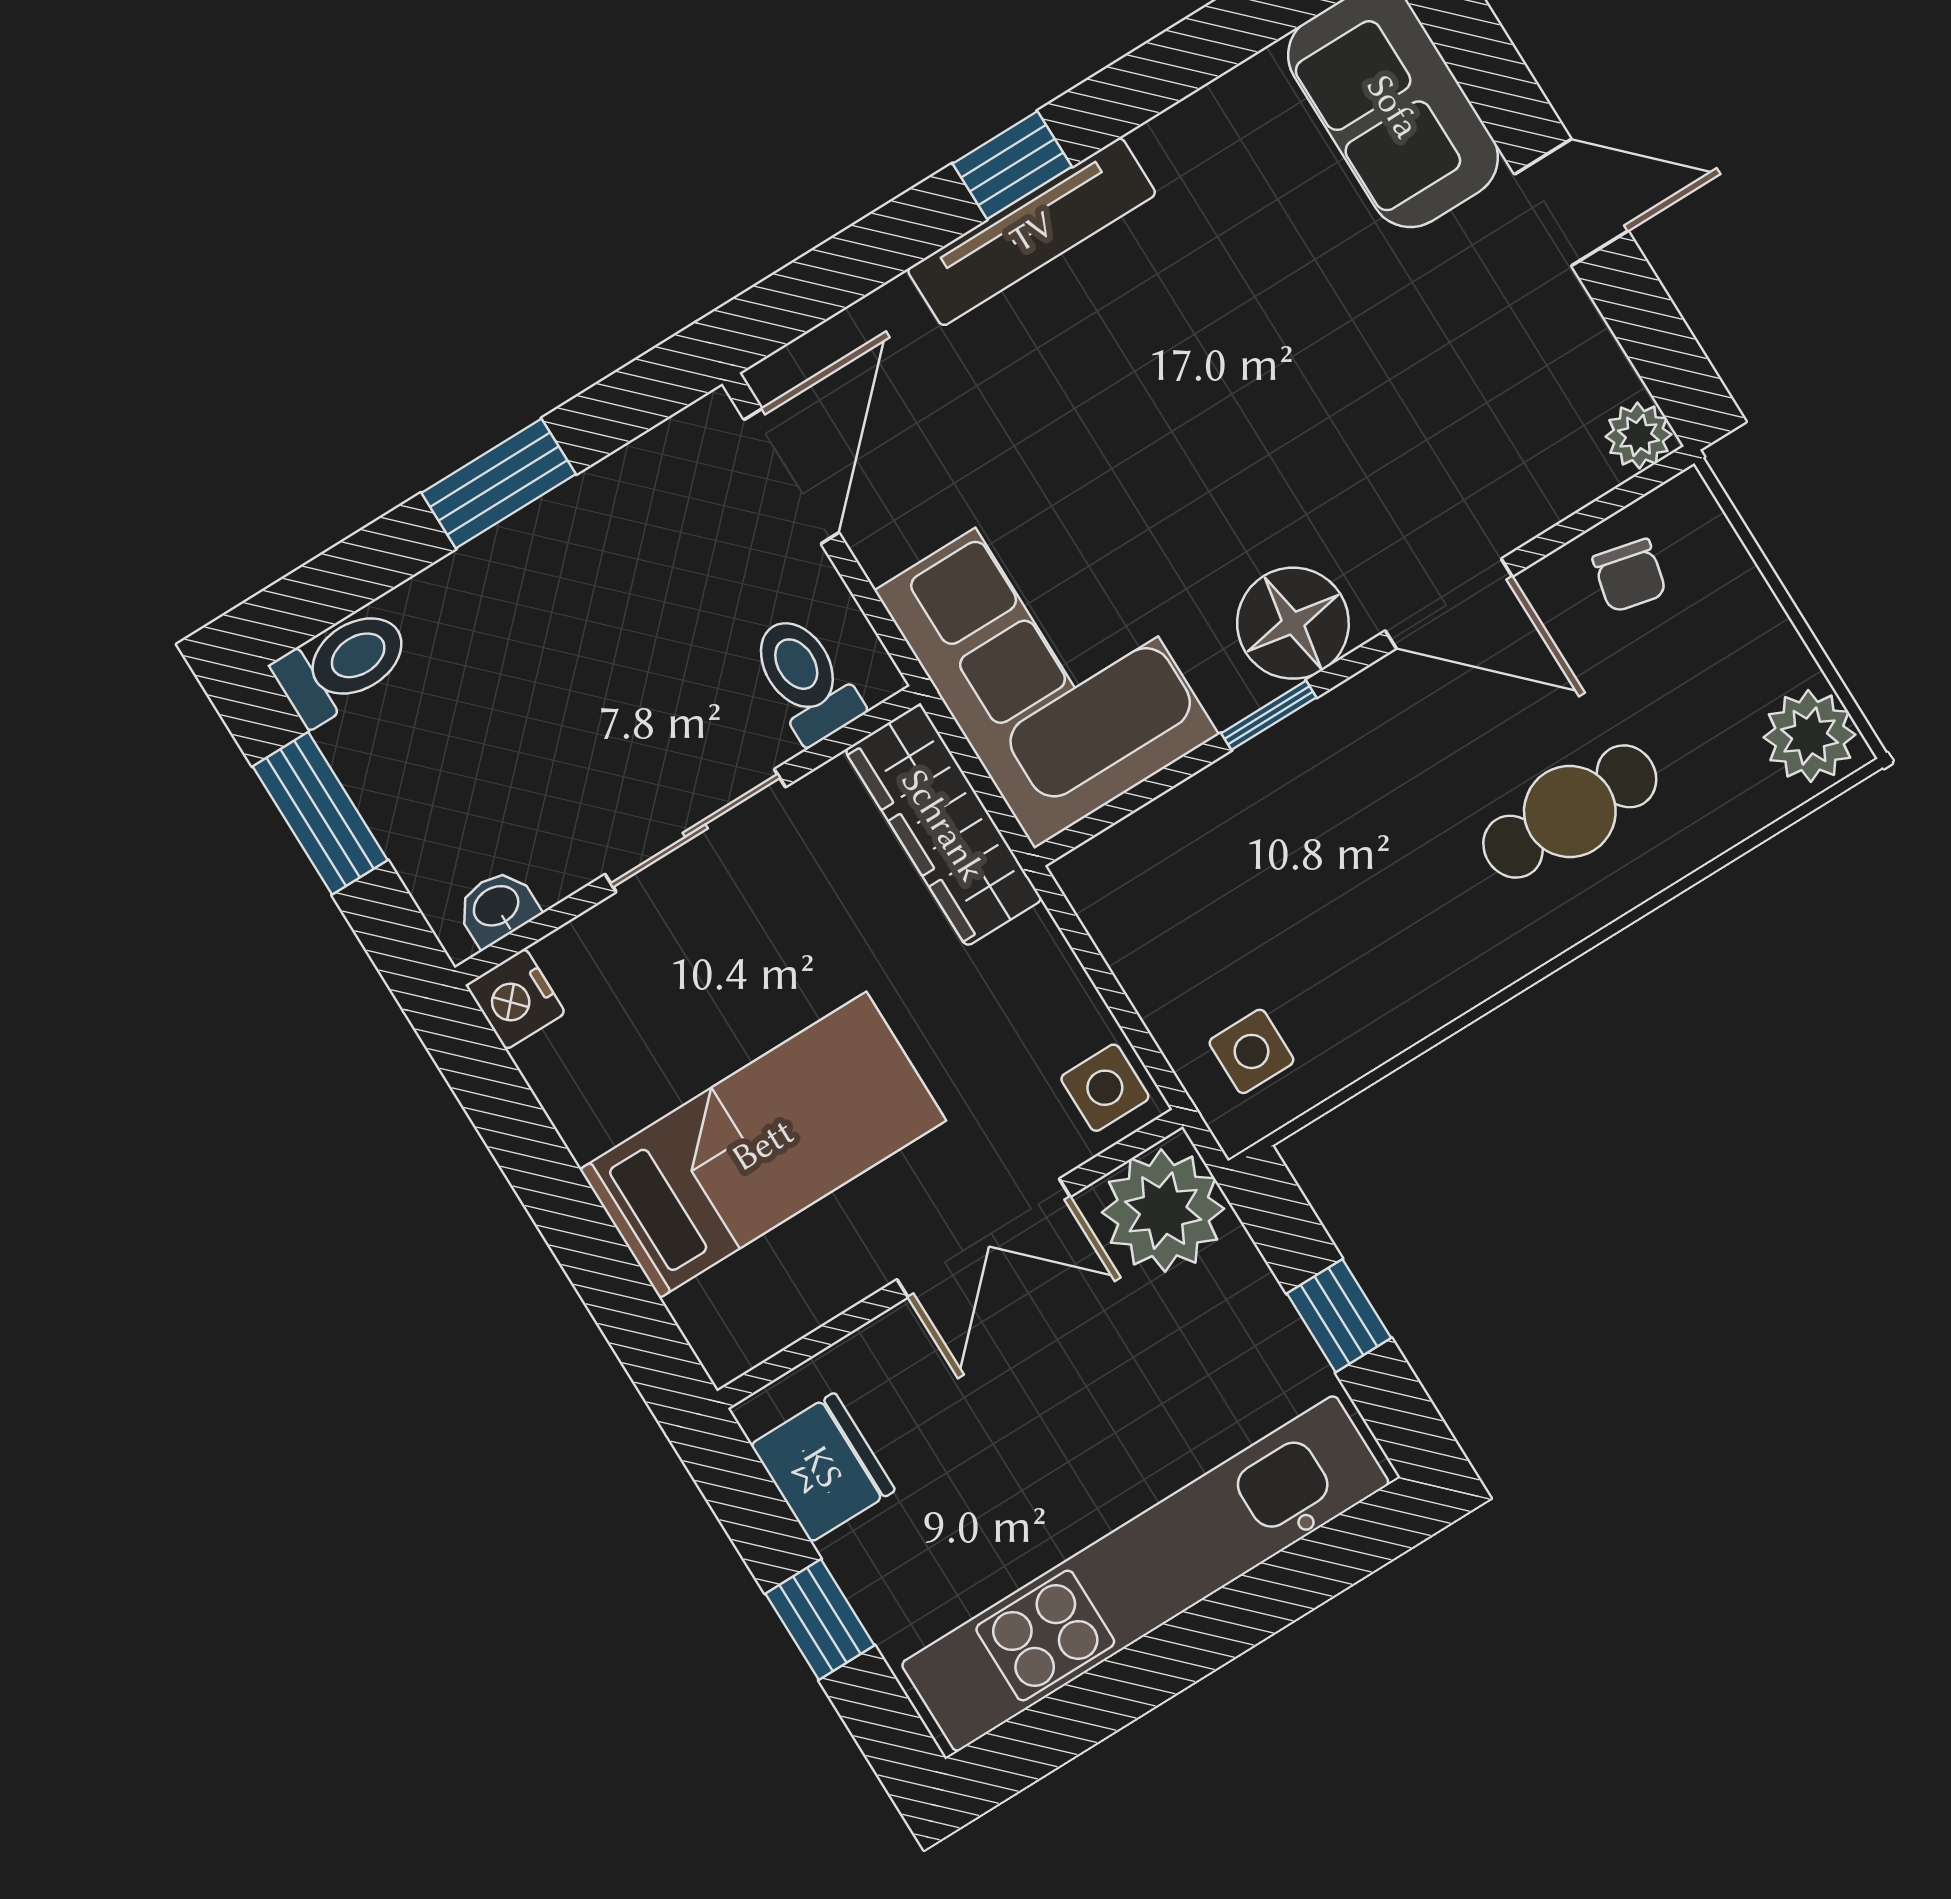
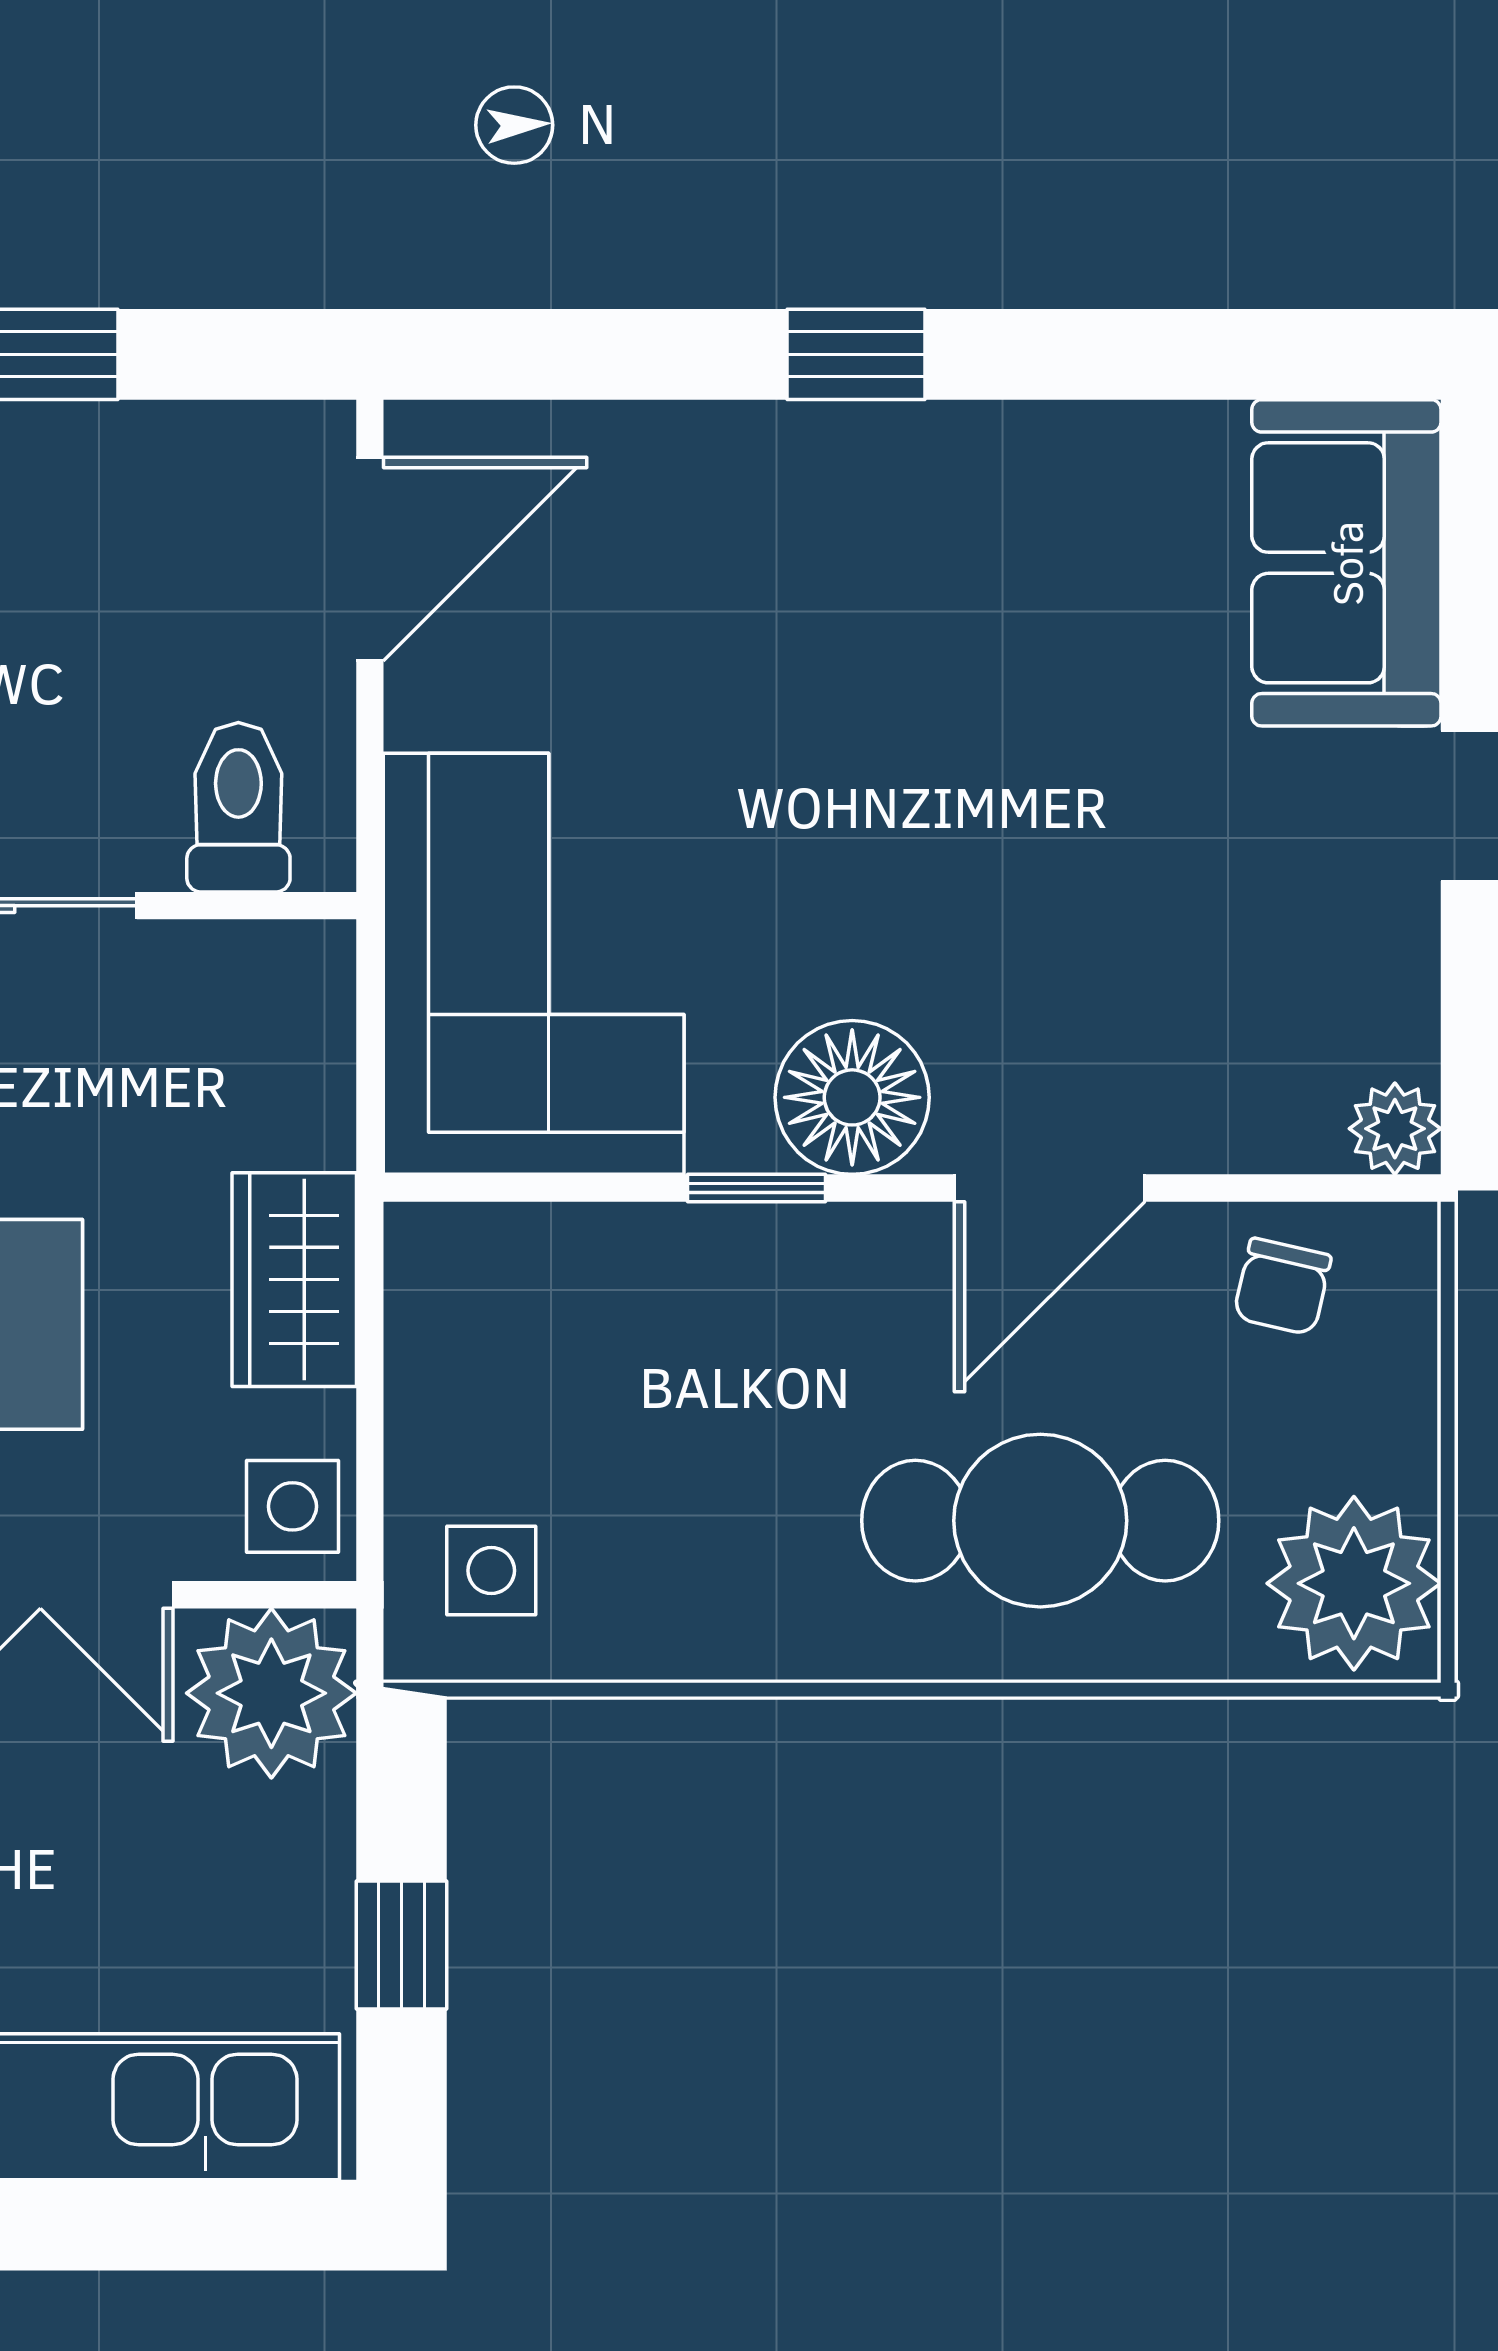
tv unit: (1032, 232) -> (830, 447), removed
door: (1449, 604) -> (1050, 1188), hinge flipped
plant: (1810, 736) -> (1354, 1583), width x1.36, depth x1.36
cafe table: (1570, 812) -> (1040, 1521), width x1.37, depth x1.35
wardrobe: (943, 825) -> (294, 1280), moved, width x0.67

